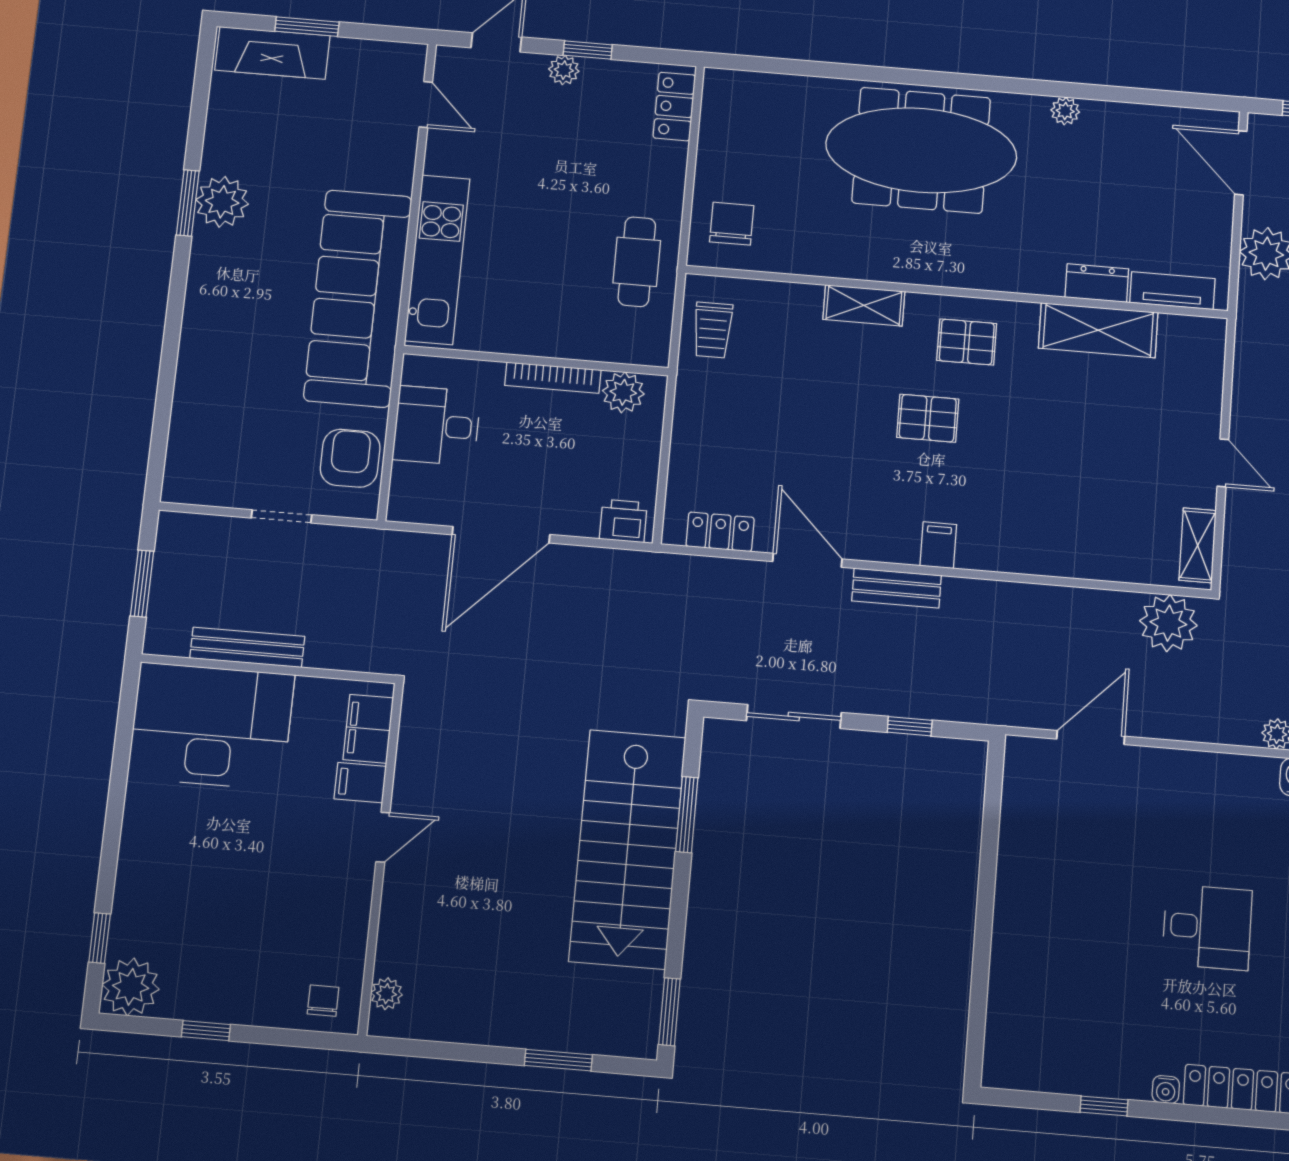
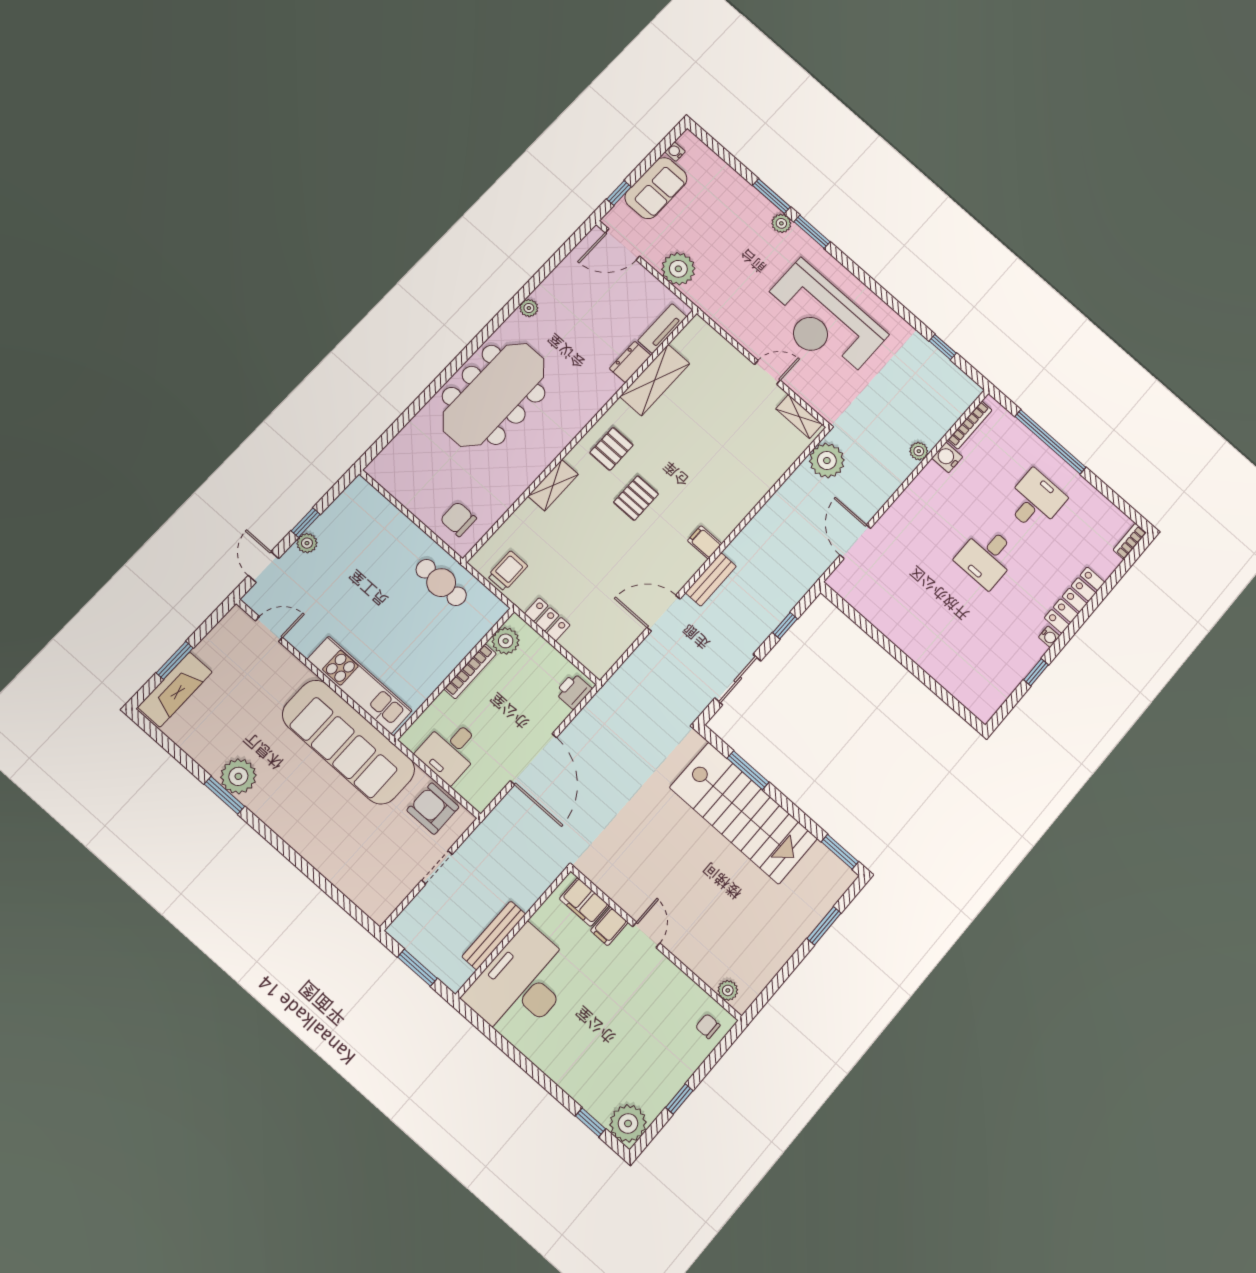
locker: (674, 106) -> (372, 501), removed
trolley: (713, 330) -> (507, 571), turned -90
locker: (720, 532) -> (547, 619), moved, turned 90
desk: (1207, 927) -> (987, 557), turned 180

